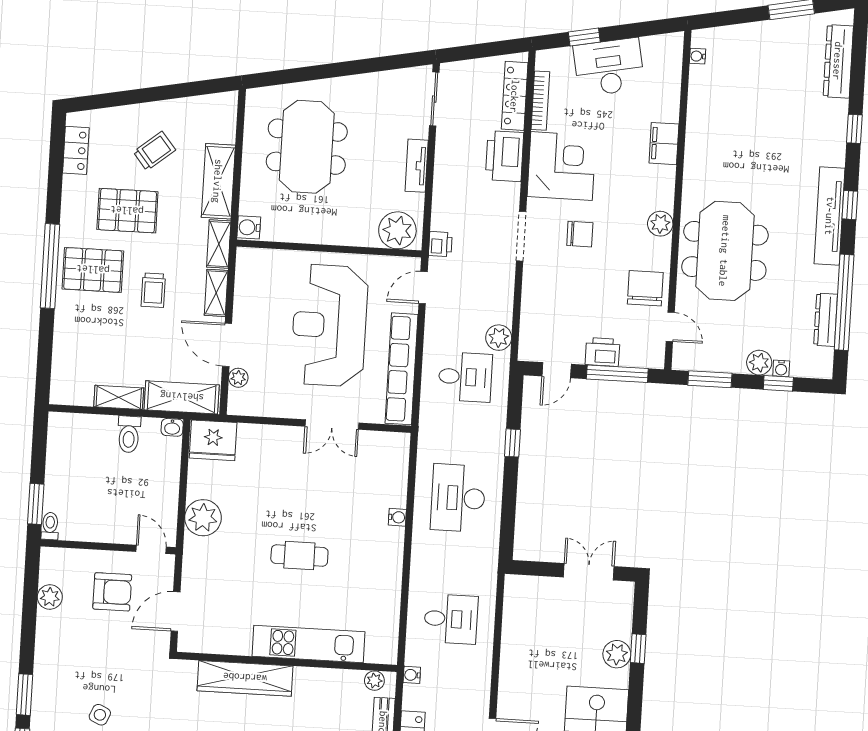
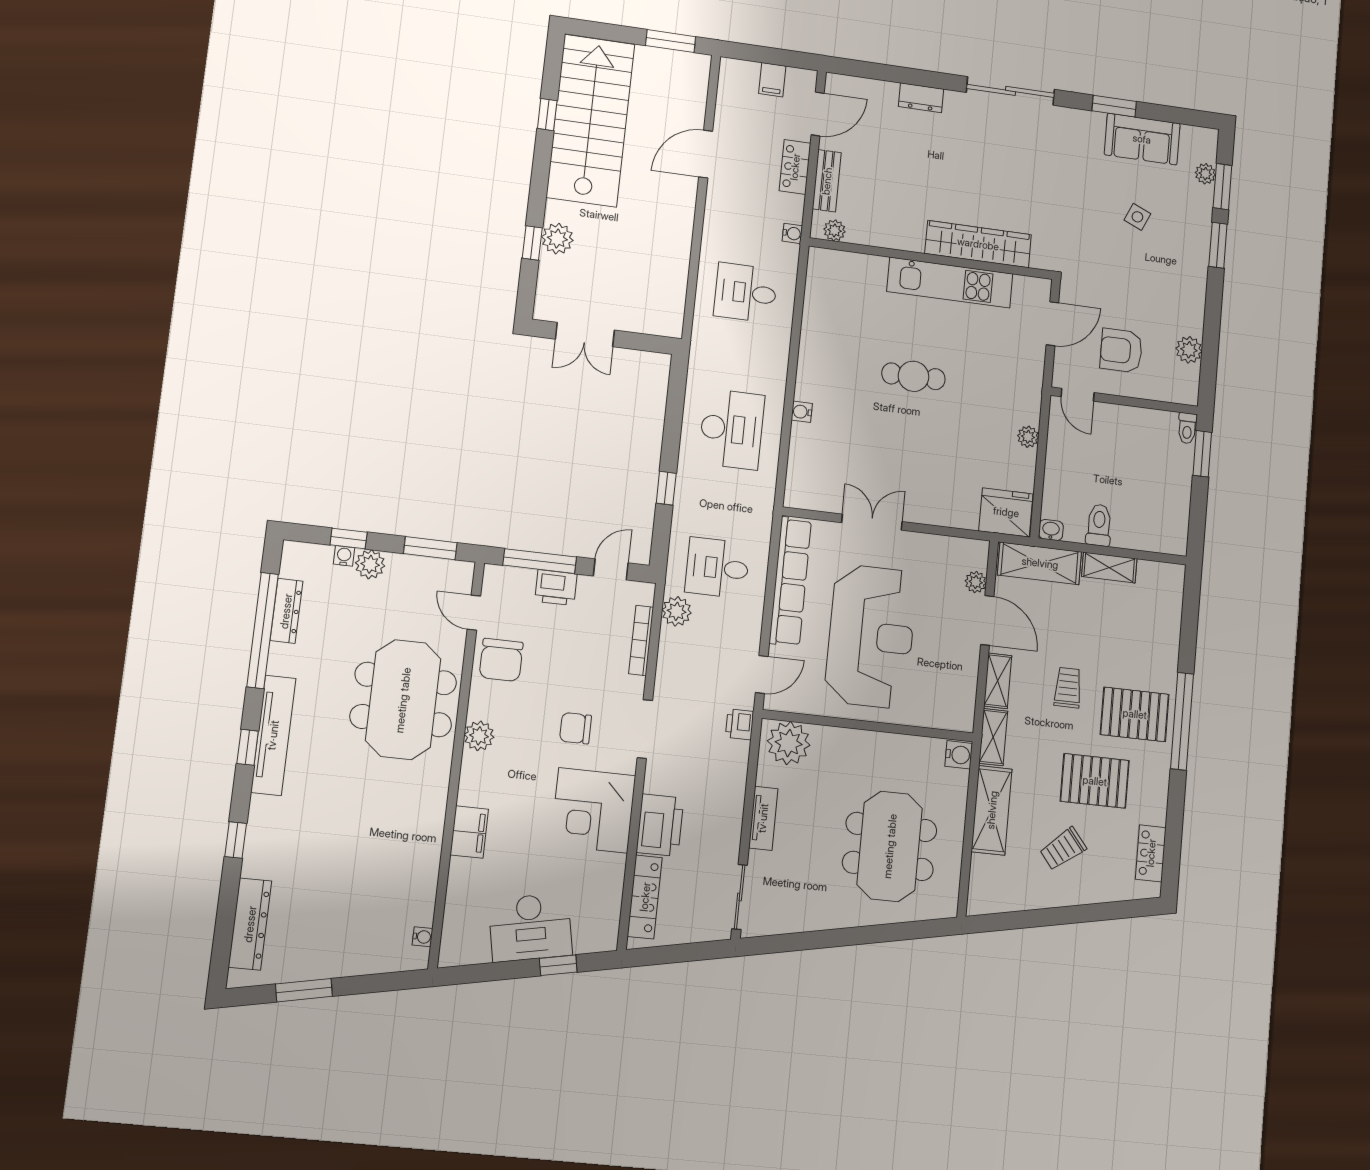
bookcase: (540, 101) -> (641, 640), moved
plant: (203, 518) -> (1028, 437), width x0.53, depth x0.53
kitchen unit: (309, 644) -> (950, 283), moved

